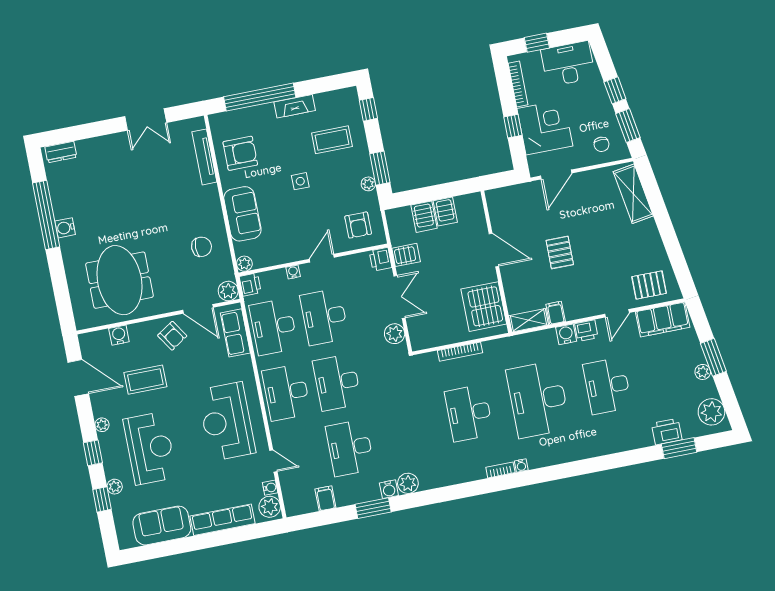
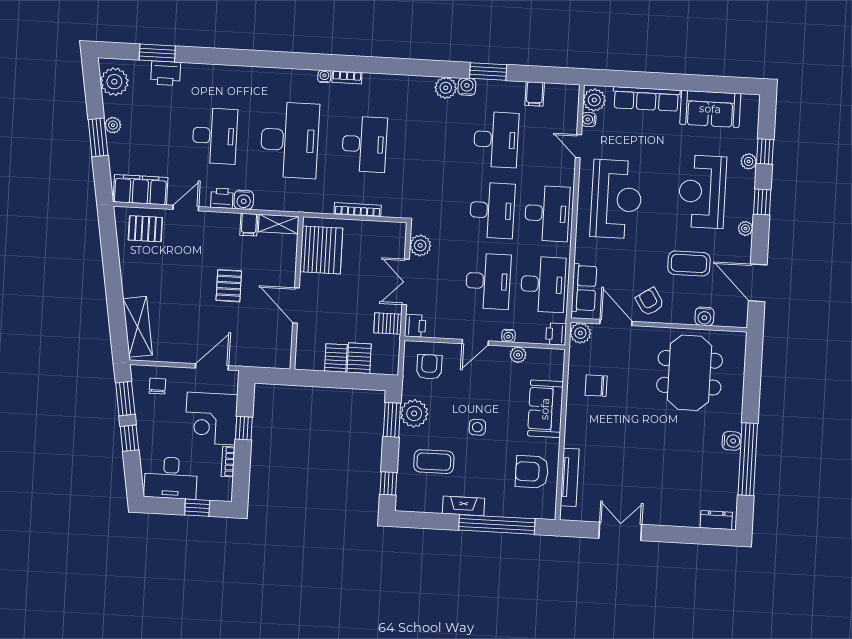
bookcase: (518, 84) -> (228, 462), width x0.64
plant: (368, 184) -> (414, 413), width x1.88, depth x1.88
plant: (244, 264) -> (518, 355), moved

